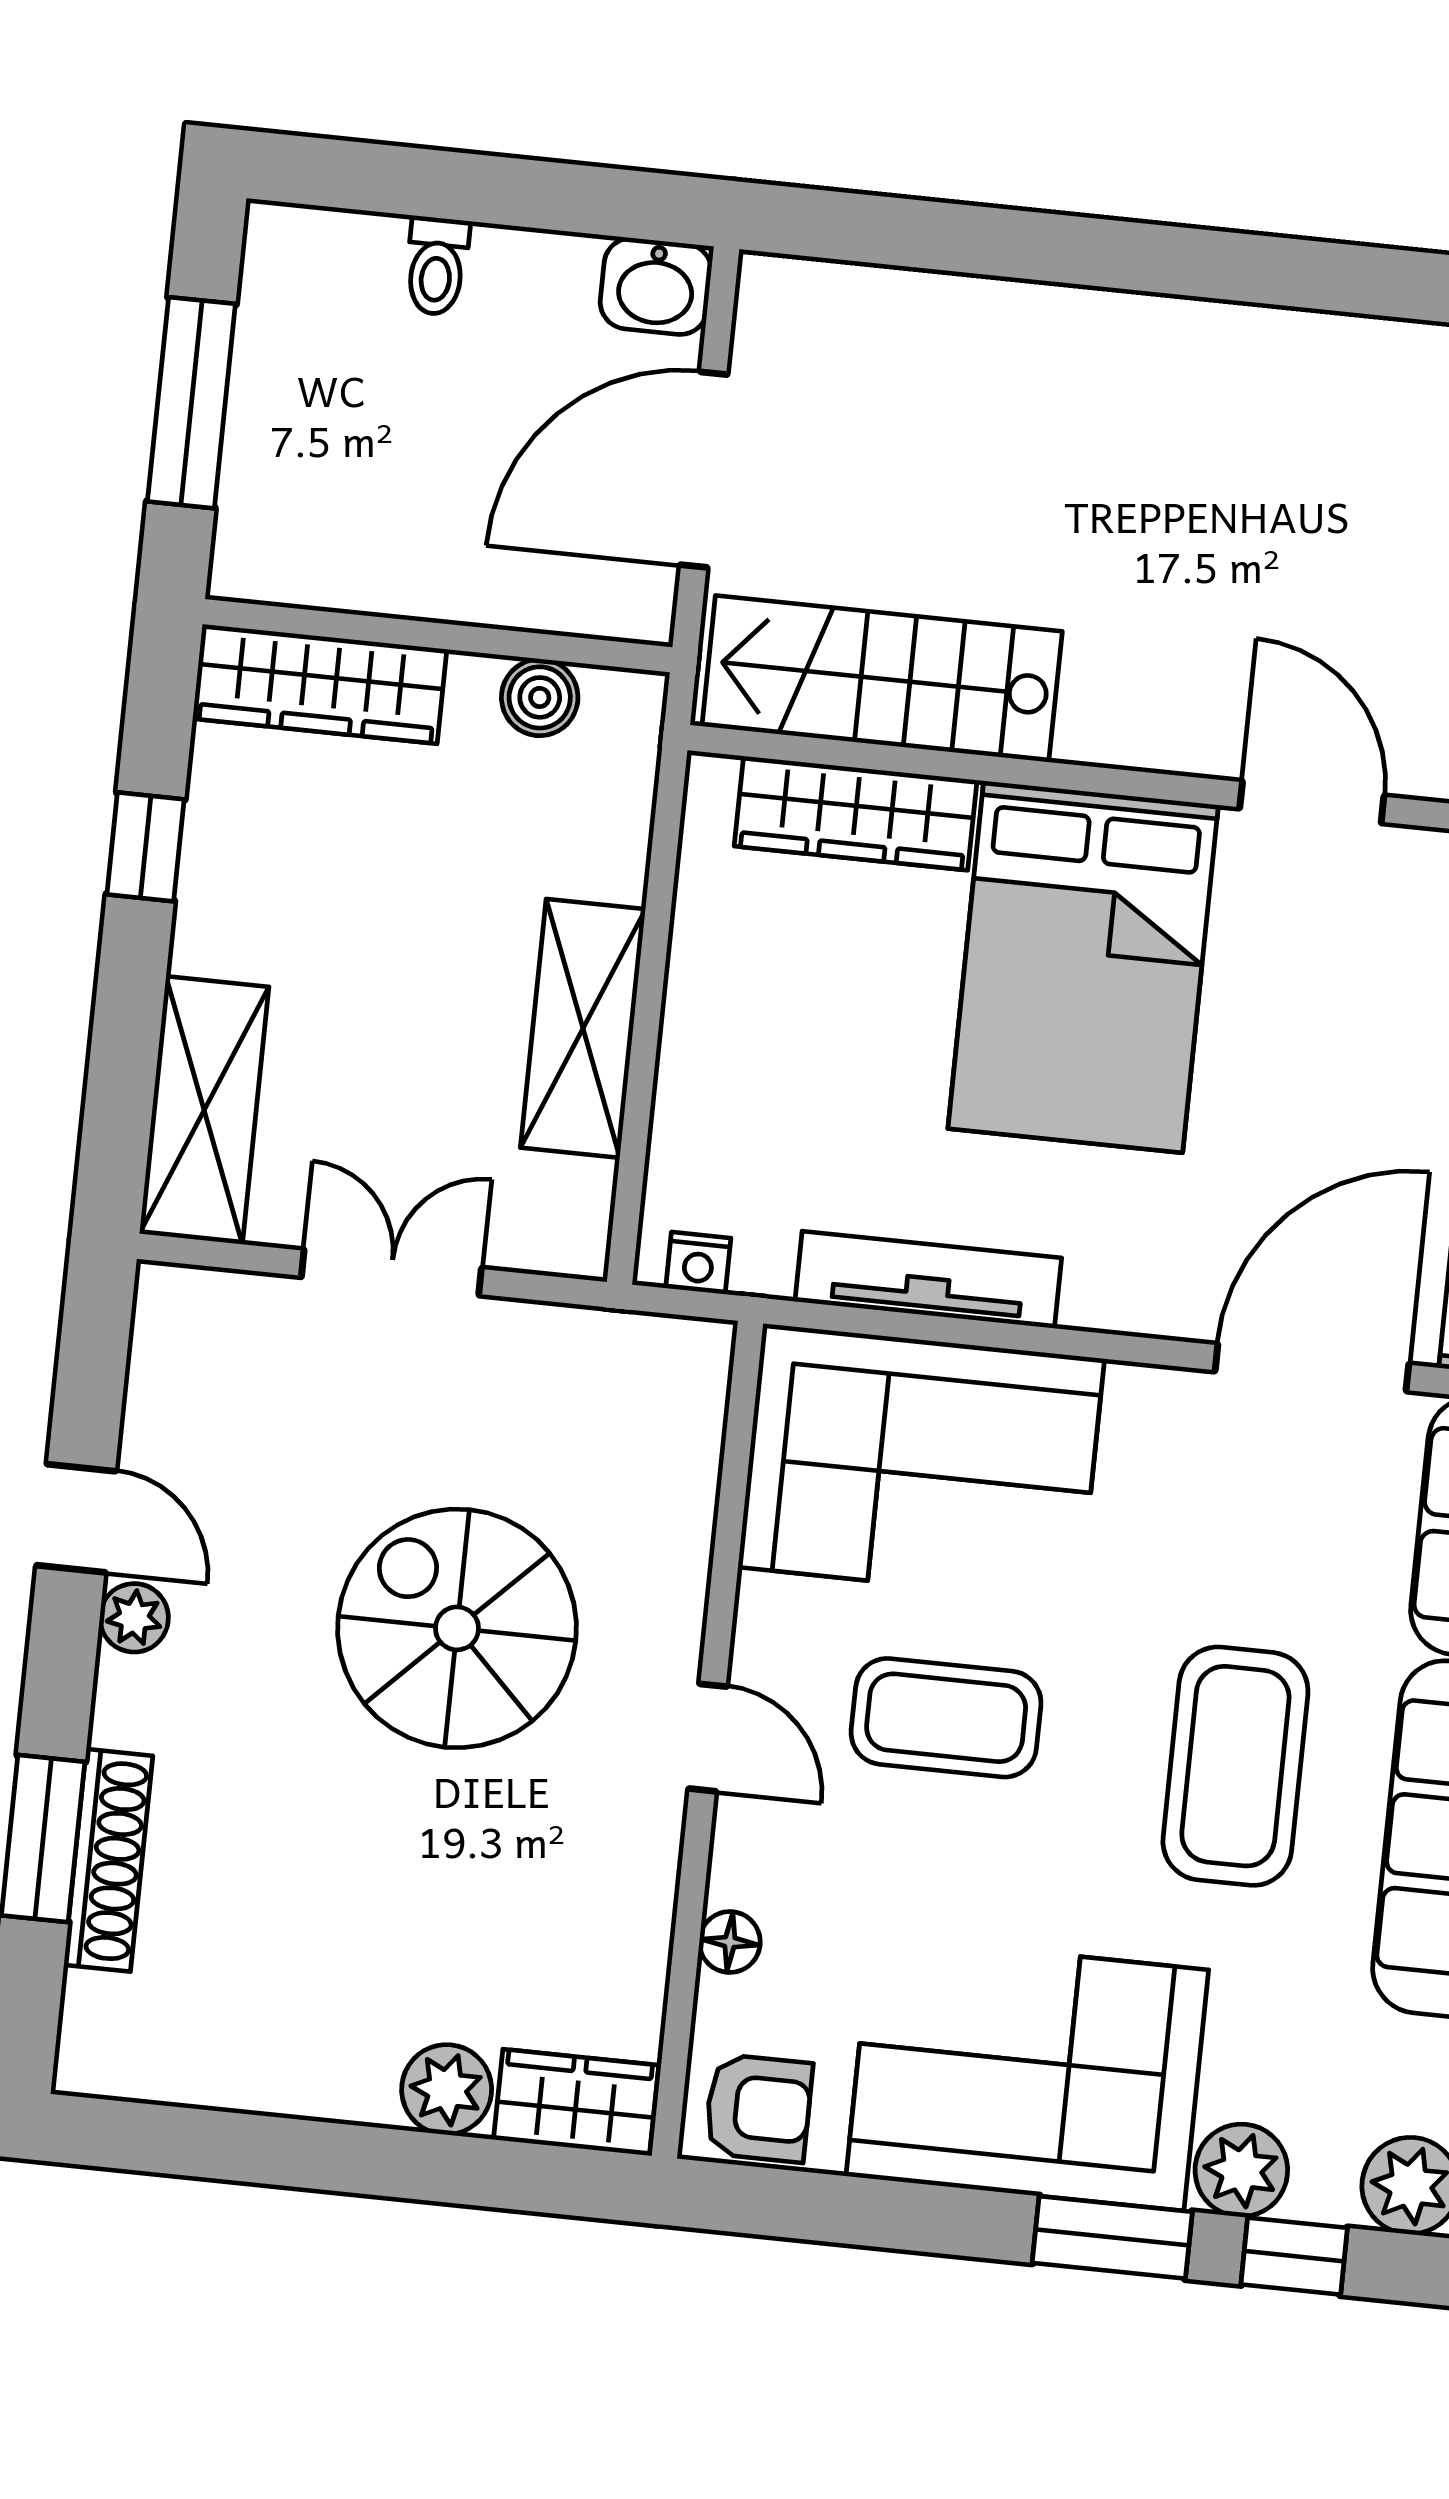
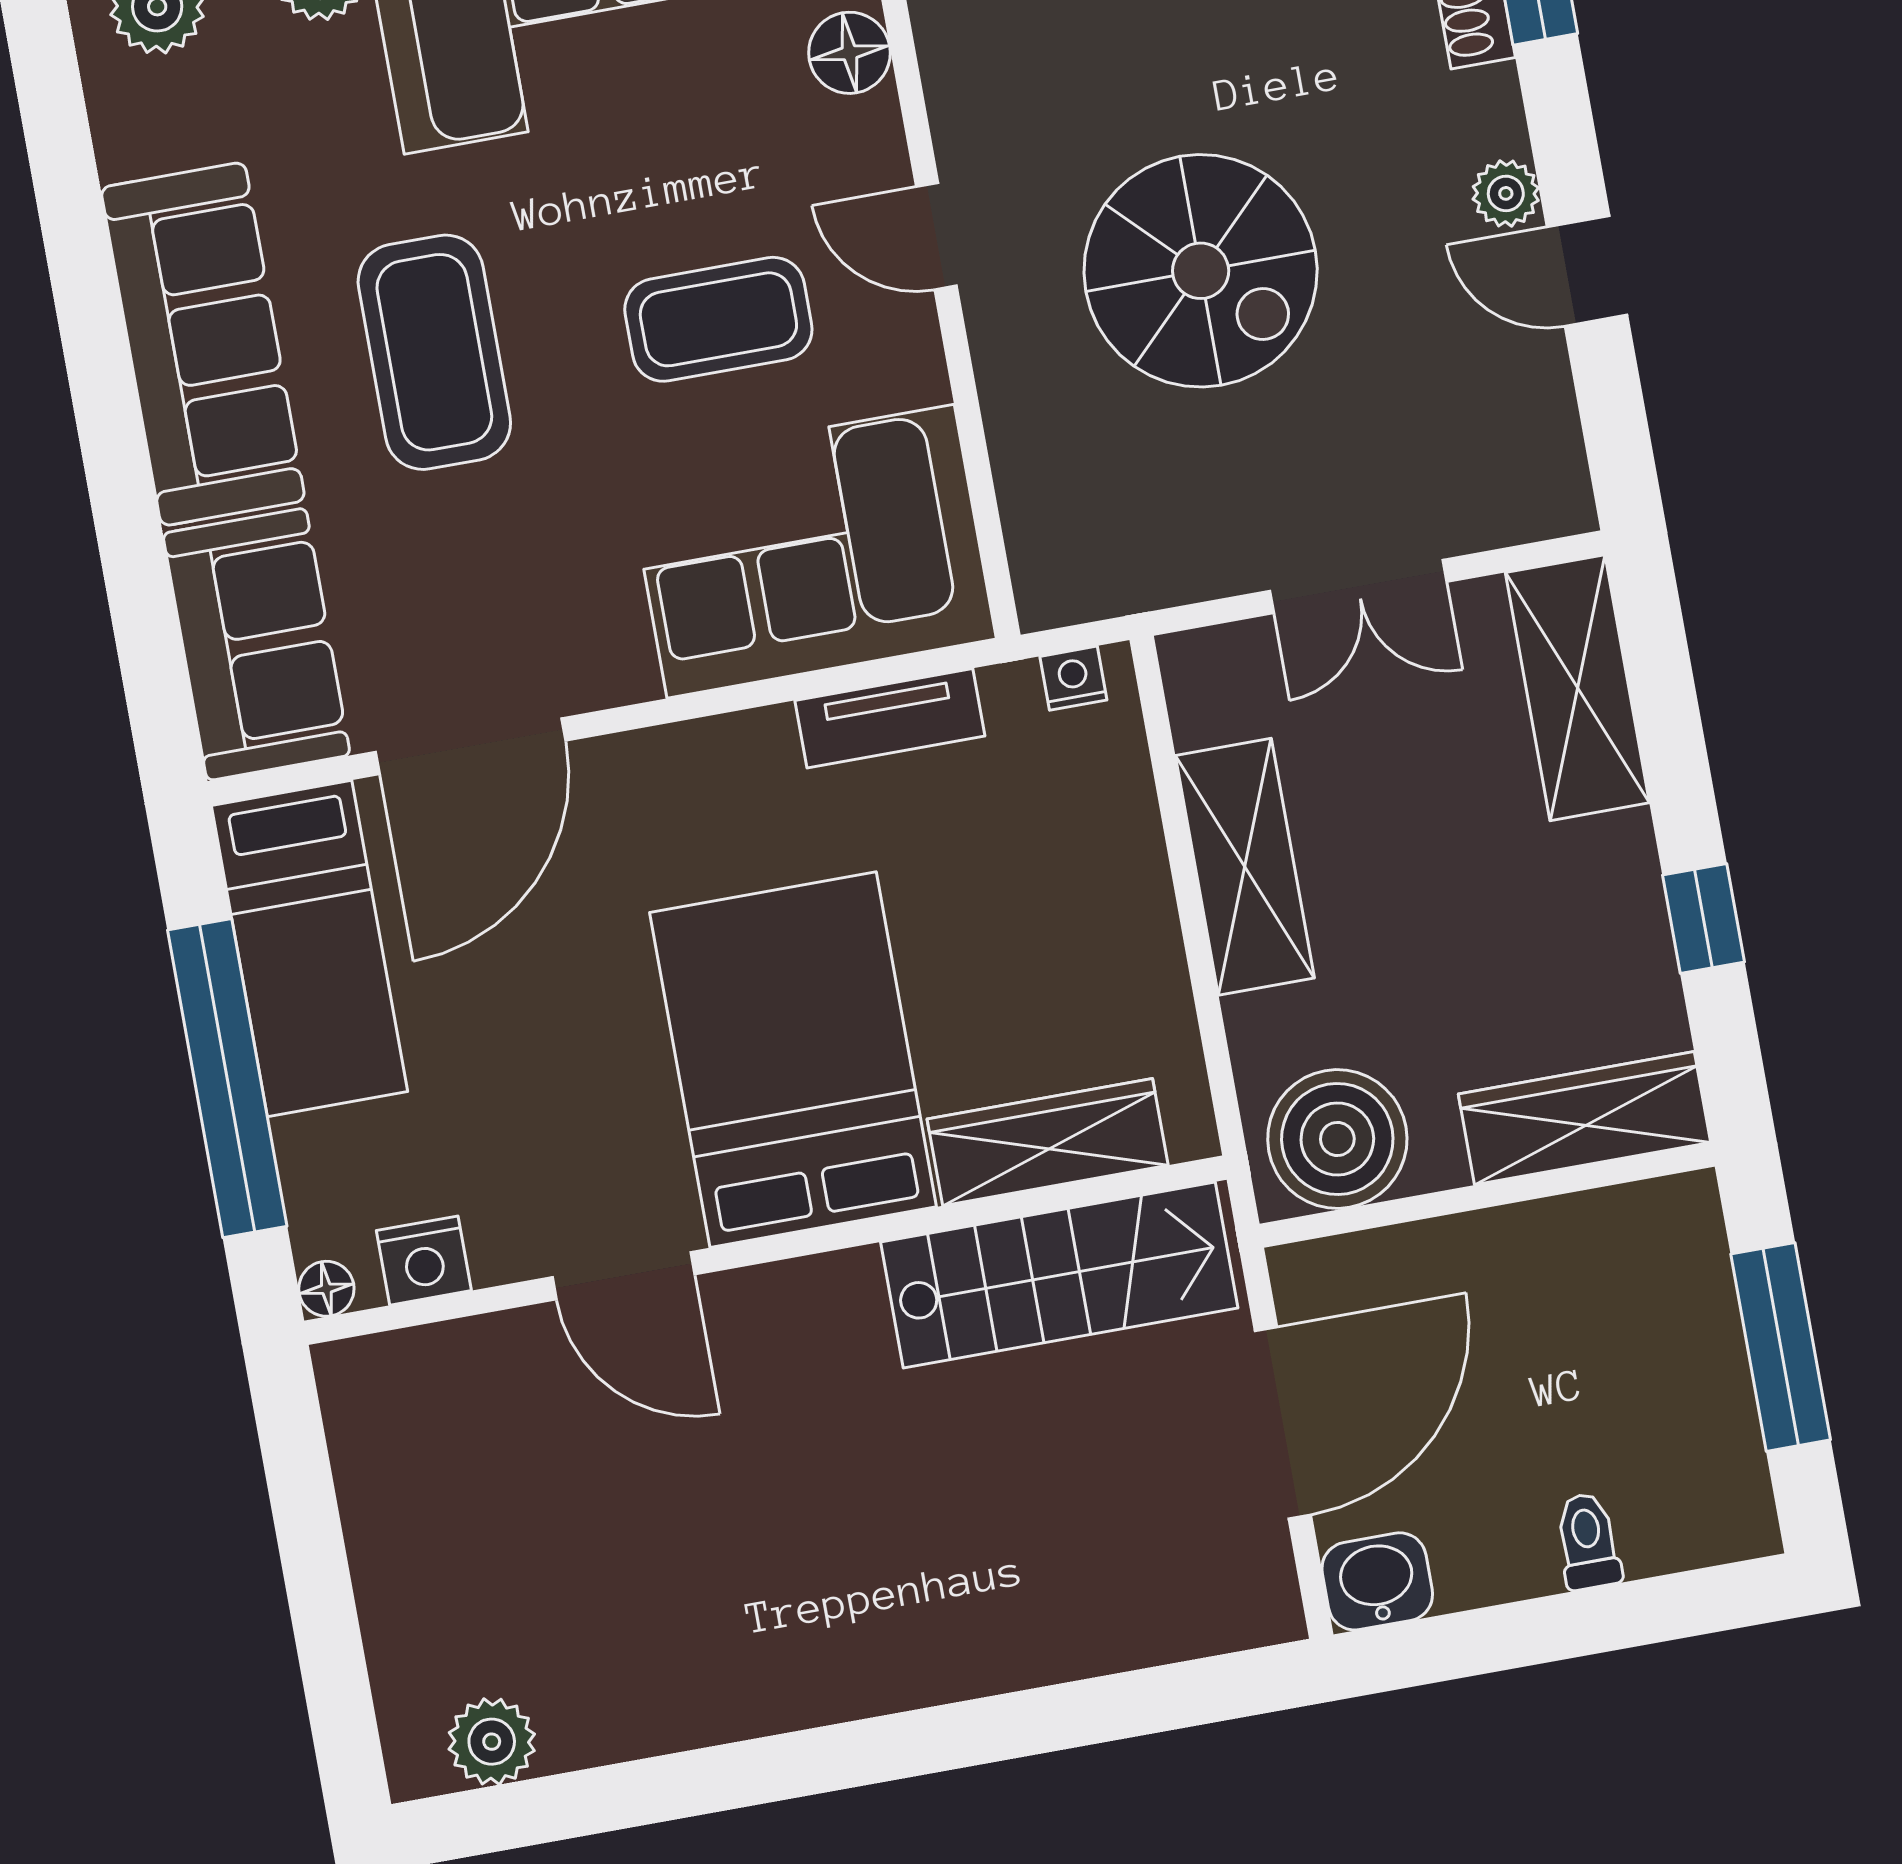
boiler: (540, 697) -> (1337, 1139), width x1.86, depth x1.86
tv unit: (928, 1280) -> (890, 718), width x0.71
floor lamp: (730, 1942) -> (849, 53), width x1.37, depth x1.37

